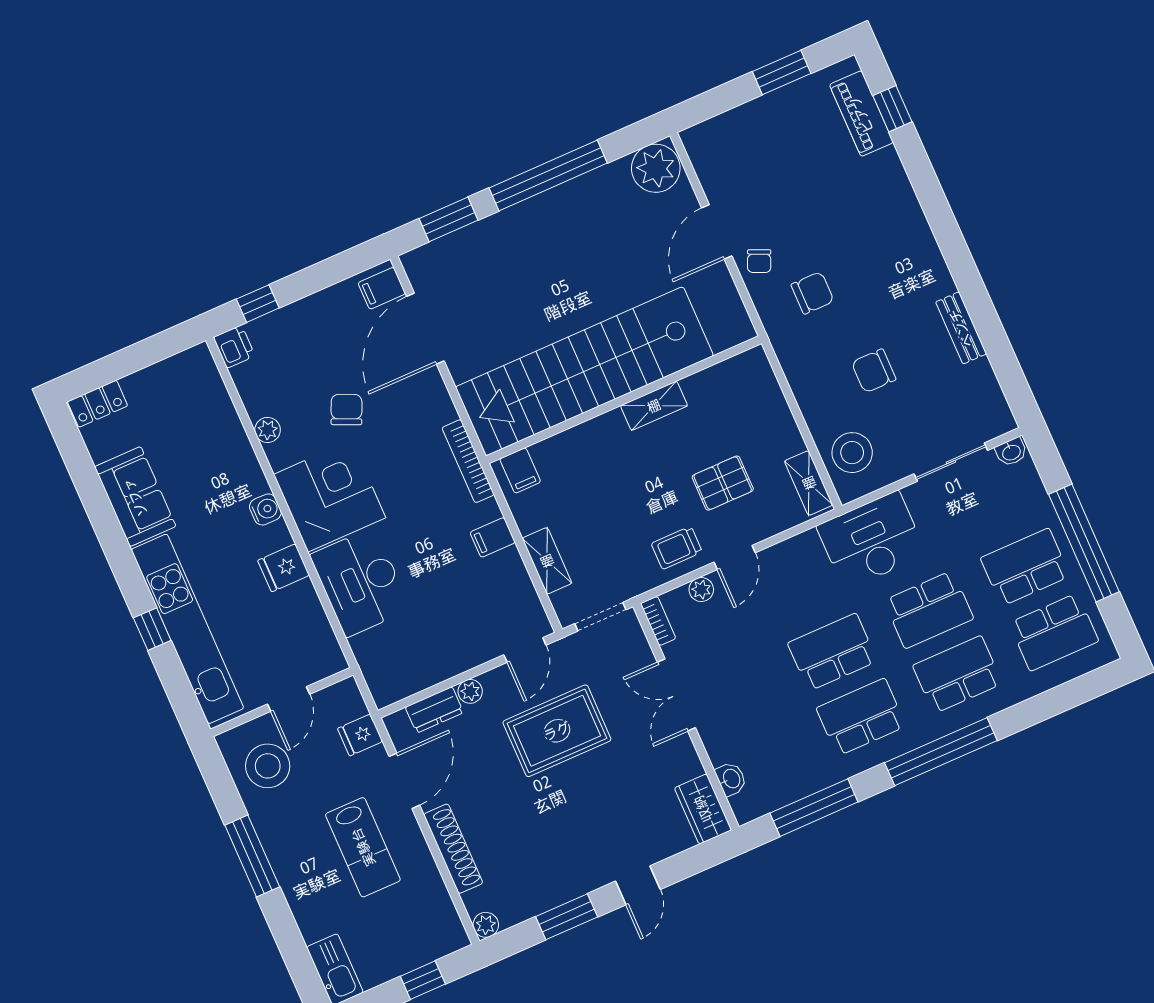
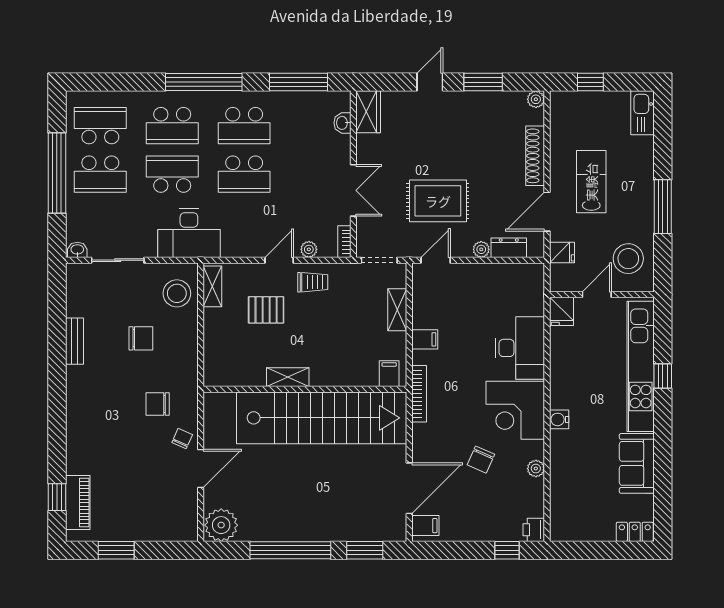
fridge: (284, 568) -> (562, 311), moved, turned 90

